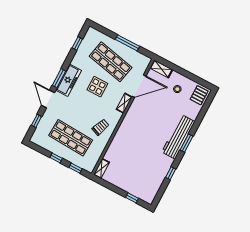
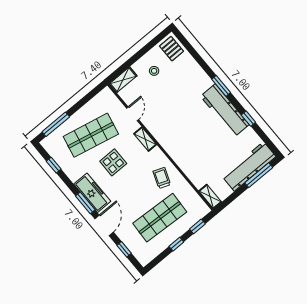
window: (127, 43) -> (56, 124), moved
door: (139, 86) -> (133, 114), width x0.53
door: (48, 99) -> (104, 225), swing flipped
workbench: (178, 137) -> (225, 110), moved
workbench: (136, 188) -> (249, 166), added
window: (132, 198) -> (259, 175), width x2.17

